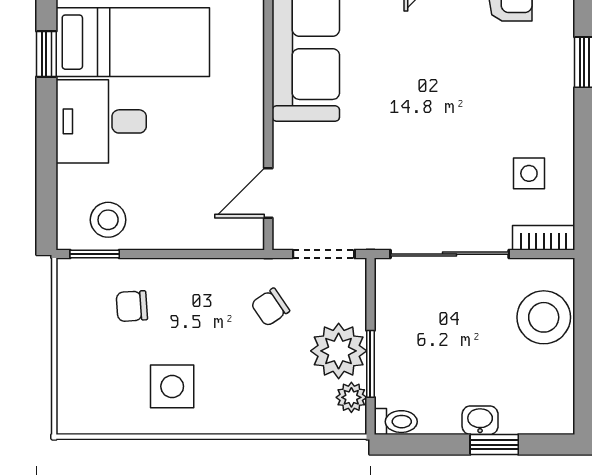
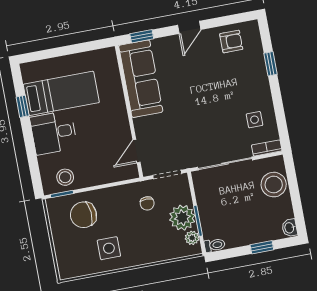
chair: (132, 306) -> (83, 215), width x1.87, depth x1.87
chair: (270, 307) -> (147, 203), turned -56
washbasin: (480, 420) -> (290, 228), moved, turned -90

